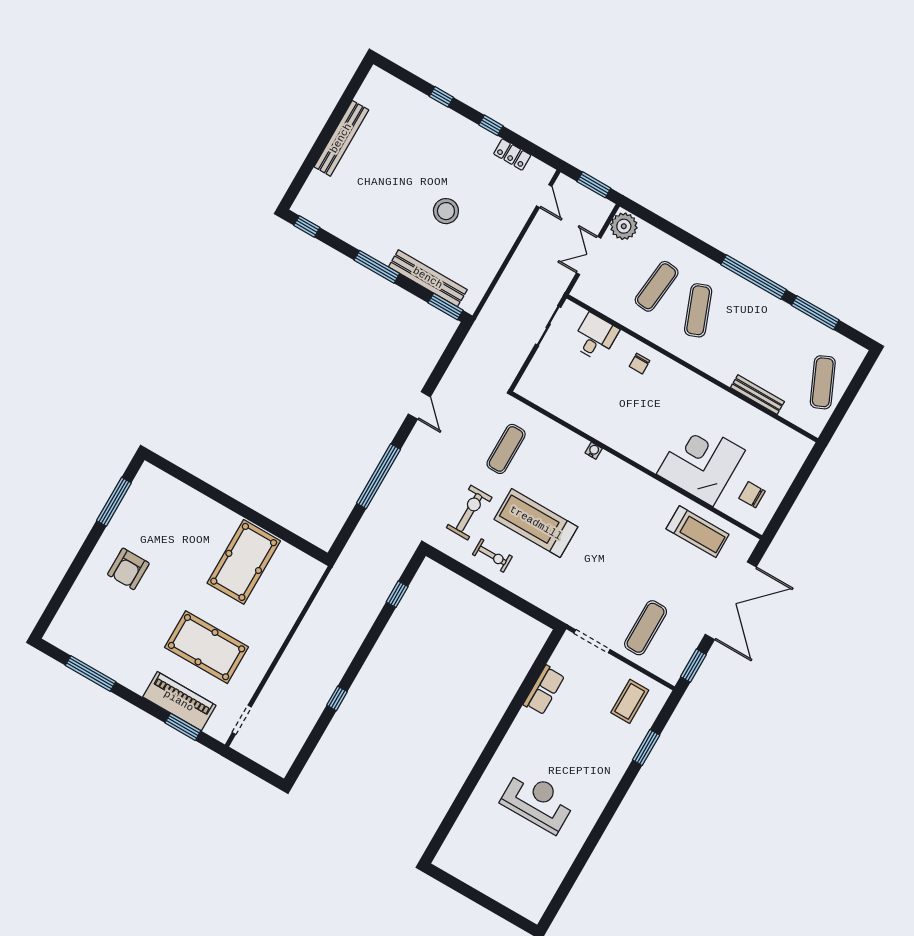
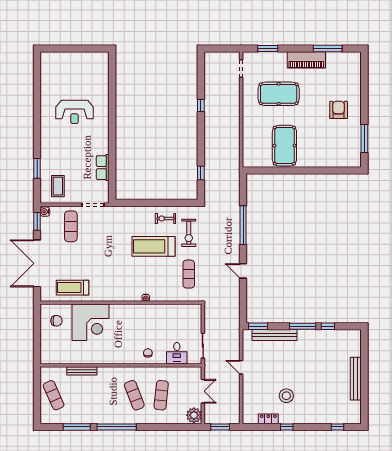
window: (441, 97) -> (337, 427), moved
door: (544, 196) -> (241, 367), moved
stool: (446, 211) -> (286, 396), moved
window: (307, 226) -> (328, 326), moved
treadmill: (536, 523) -> (153, 246), turned 180
water cooler: (673, 674) -> (45, 212), added
piano: (179, 701) -> (306, 60), moved

